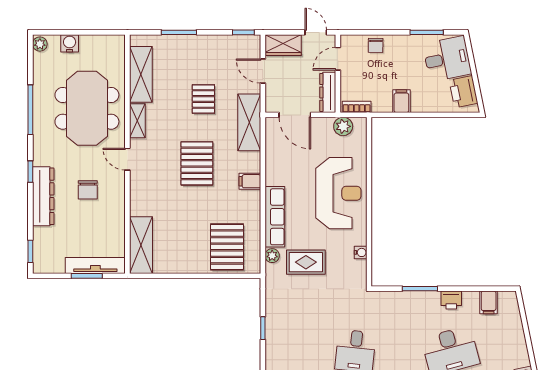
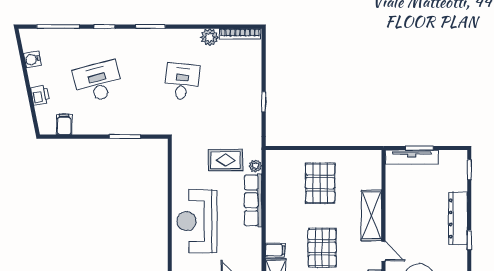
filing cabinet: (250, 181) -> (275, 250), moved
chair: (88, 190) -> (419, 224), removed
shelving: (141, 245) -> (371, 215), moved
pallet: (227, 247) -> (320, 183), moved
water cooler: (361, 252) -> (177, 169), removed
printer: (451, 300) -> (40, 95), moved, turned 79

